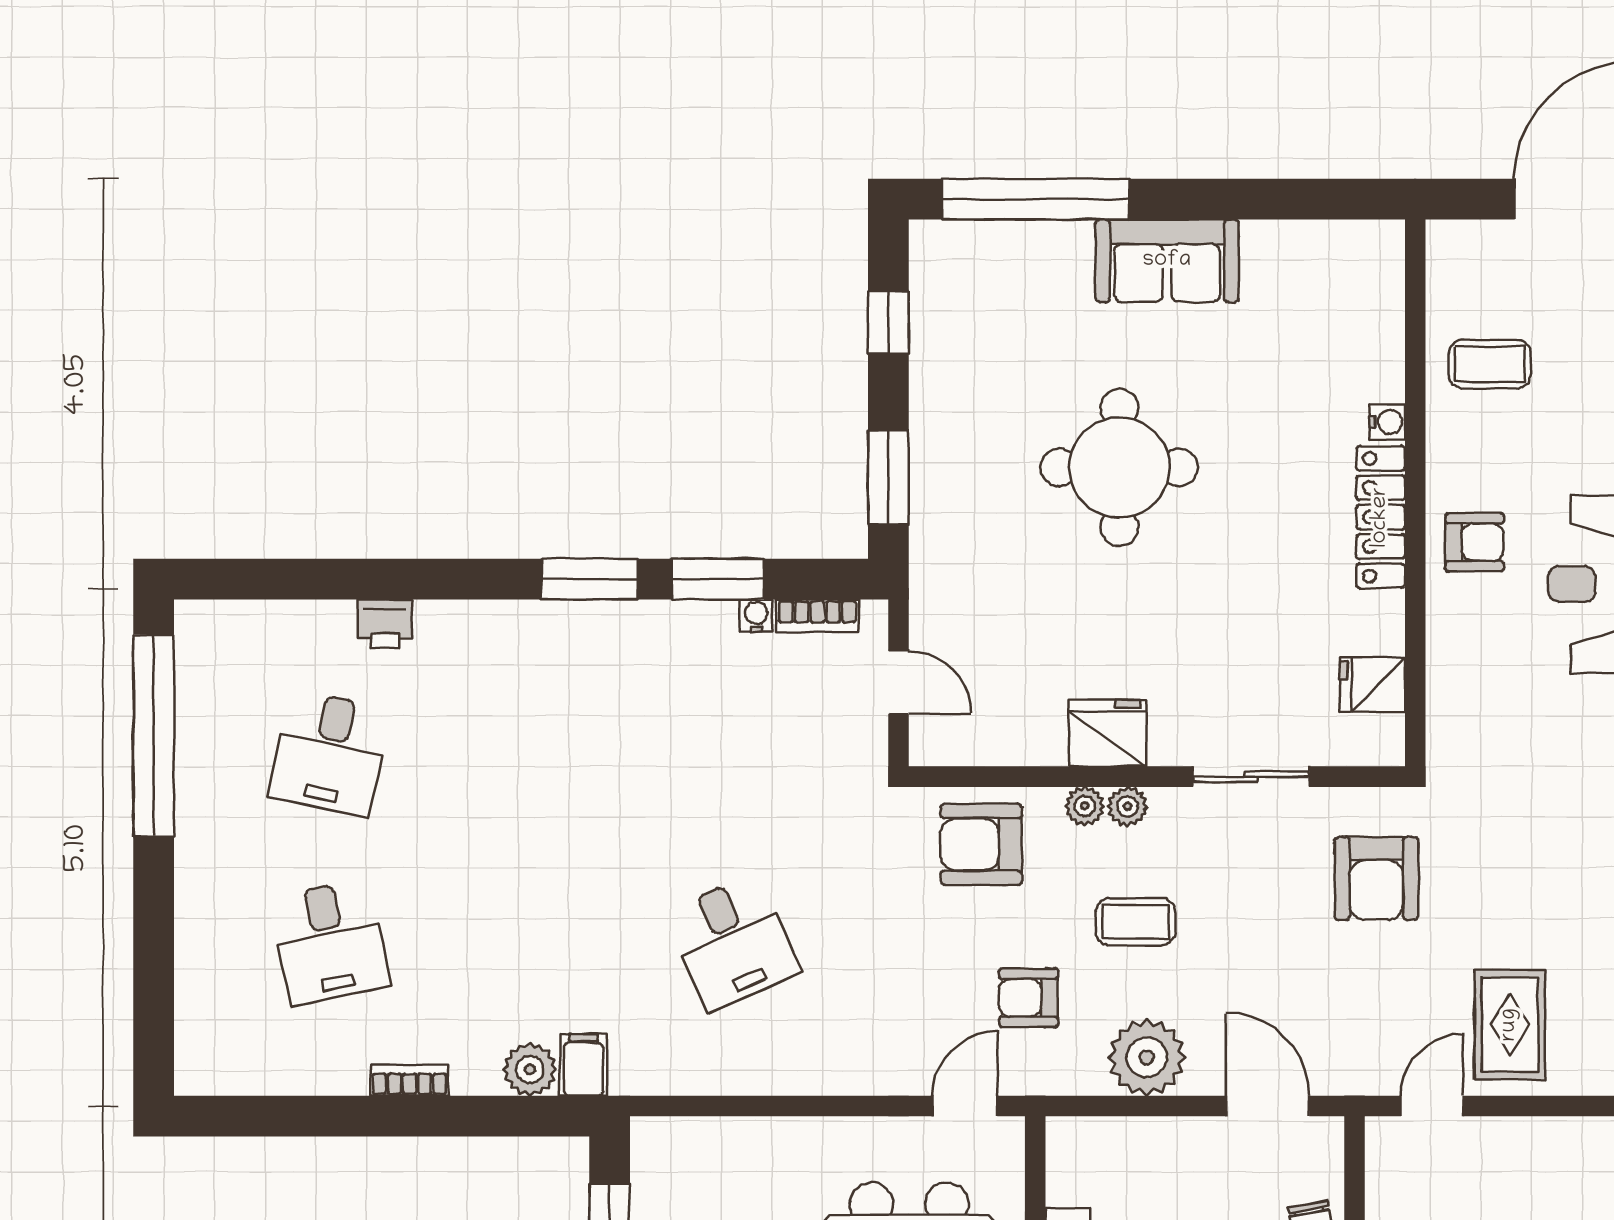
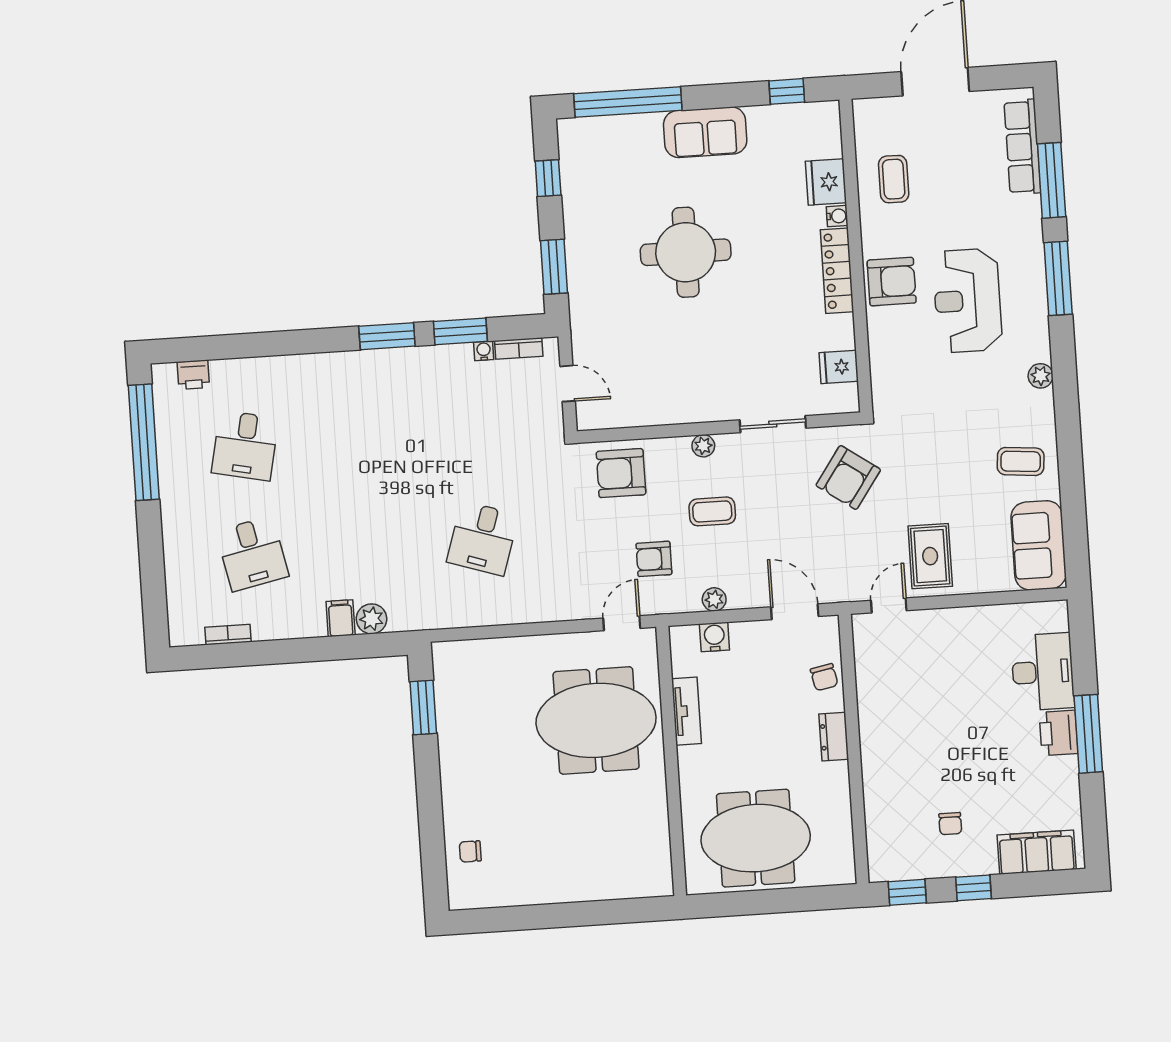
window: (1314, 199) -> (787, 91), added
coffee table: (1490, 364) -> (894, 179), turned 90
armchair: (1475, 542) -> (892, 282), width x1.38, depth x1.38
printer: (385, 624) -> (193, 375), moved
fridge: (1108, 733) -> (826, 182), moved, turned -90
plant: (1085, 806) -> (679, 447), removed
armchair: (1376, 878) -> (848, 477), turned 35
desk: (733, 942) -> (483, 538), turned 42
plant: (1147, 1057) -> (714, 599), width x0.53, depth x0.53
filing cabinet: (584, 1065) -> (341, 618), moved
bookcase: (409, 1080) -> (228, 635), moved
water cooler: (1125, 1141) -> (714, 637), added

